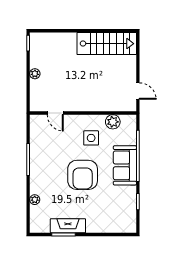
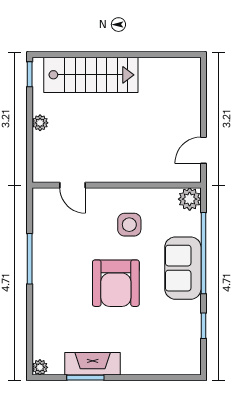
stairs: (107, 44) -> (91, 75), moved
door: (138, 91) -> (204, 150), swing flipped
plant: (113, 122) -> (190, 199), moved
plant: (35, 200) -> (40, 367), moved

